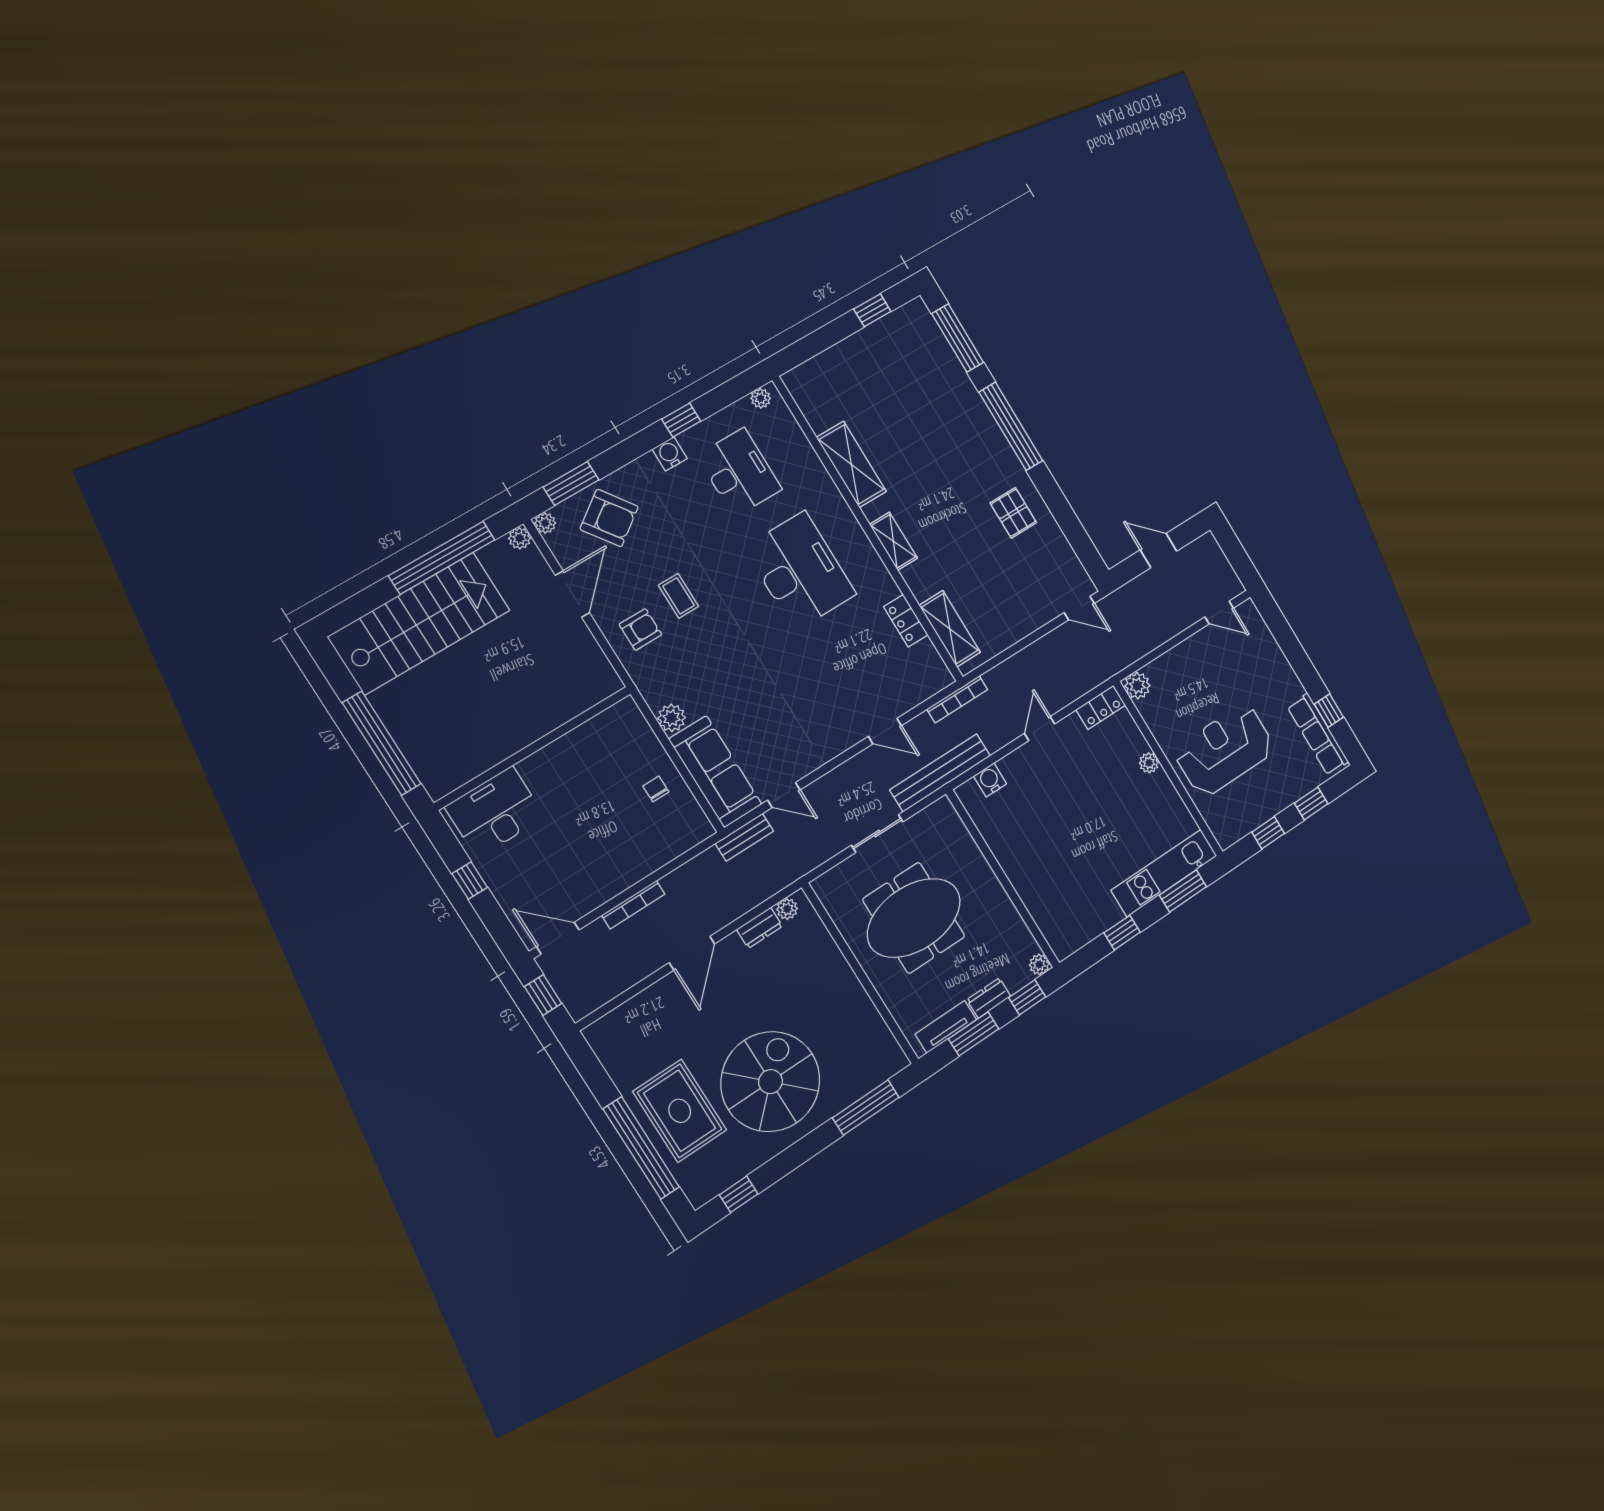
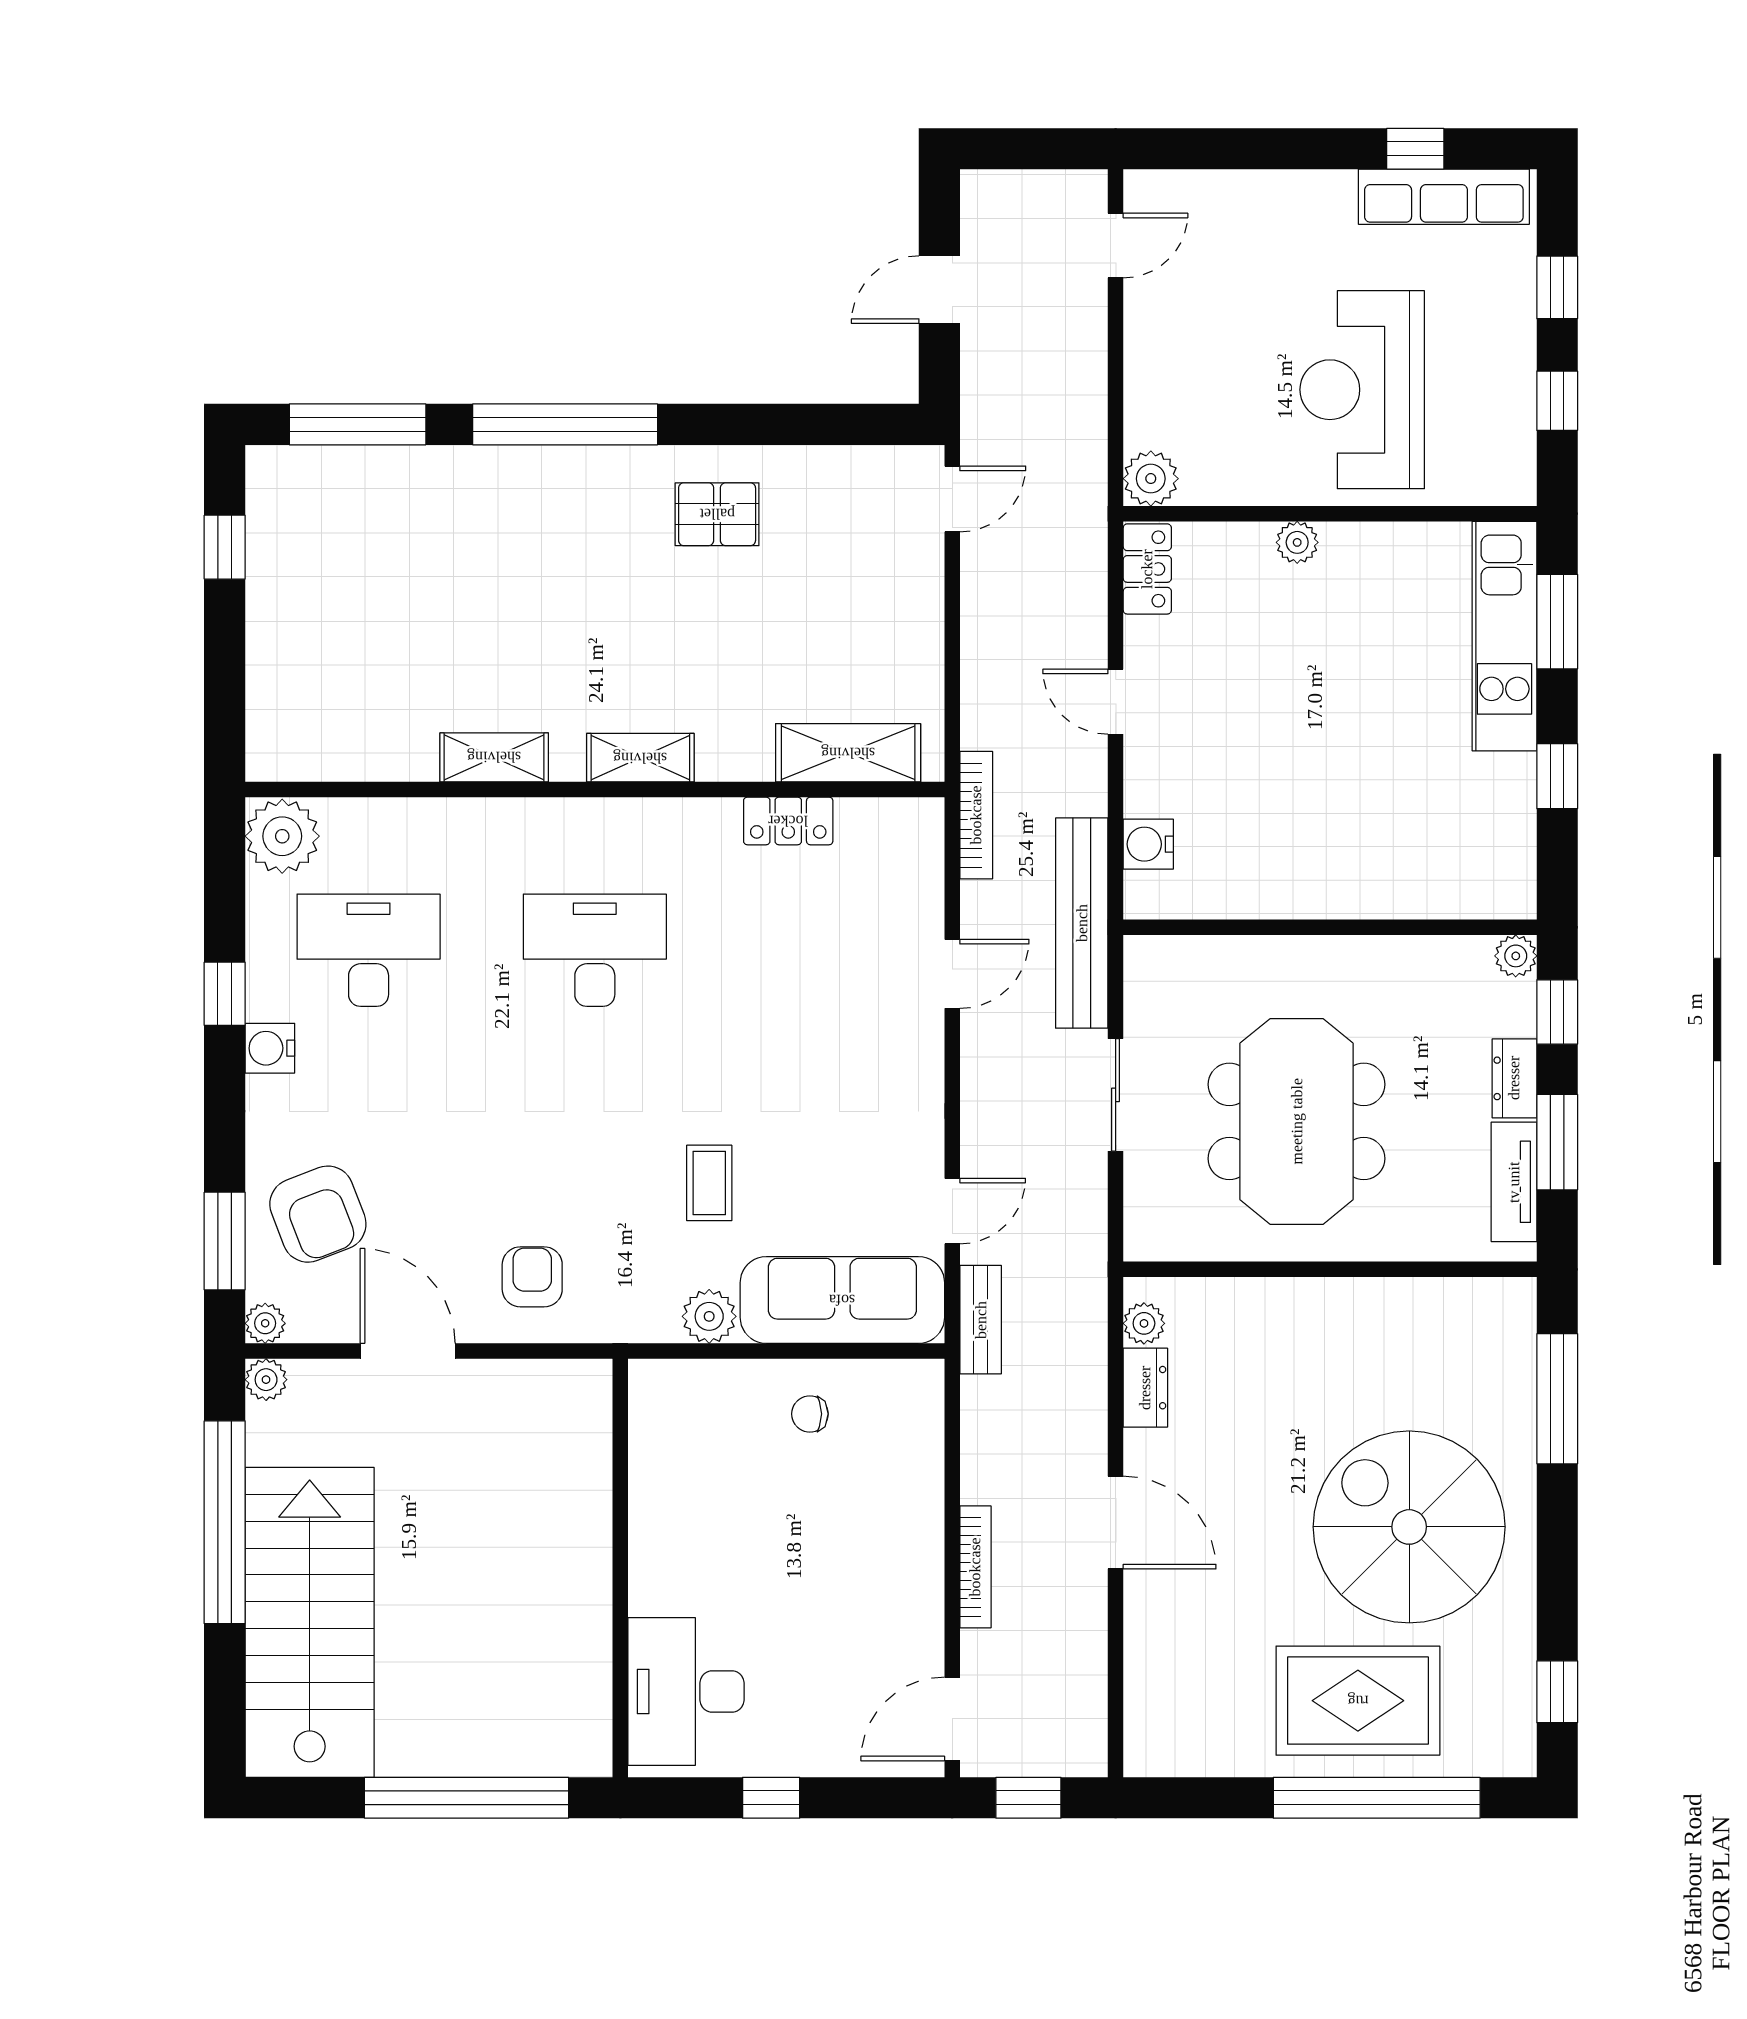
plant: (761, 398) -> (282, 836), width x1.88, depth x1.88
shelving: (851, 464) -> (494, 757), width x0.67, depth x0.75
armchair: (609, 518) -> (318, 1214), turned 105
desk: (800, 571) -> (595, 950), width x0.73, depth x0.77
coffee table: (679, 596) -> (709, 1183), moved, turned 90

